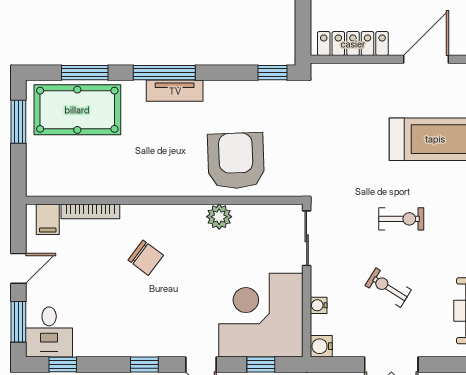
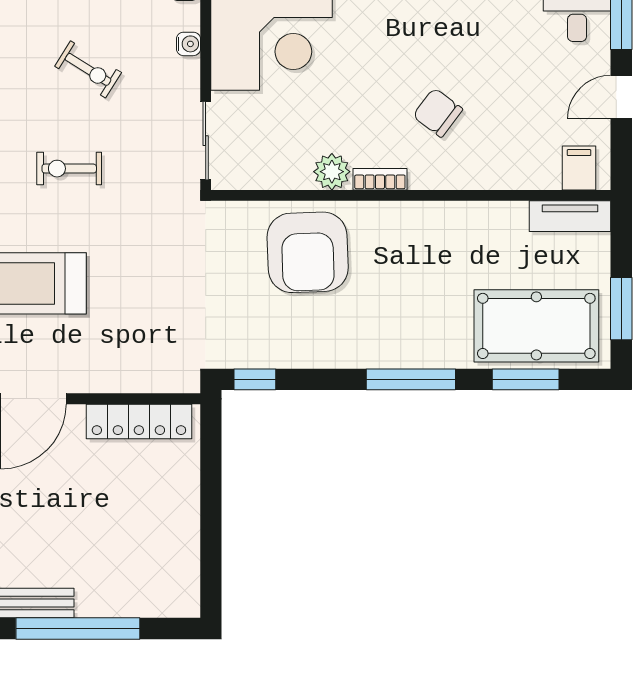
tv unit: (175, 91) -> (570, 216), moved, turned 180
bookcase: (90, 211) -> (380, 179), moved, width x0.64

